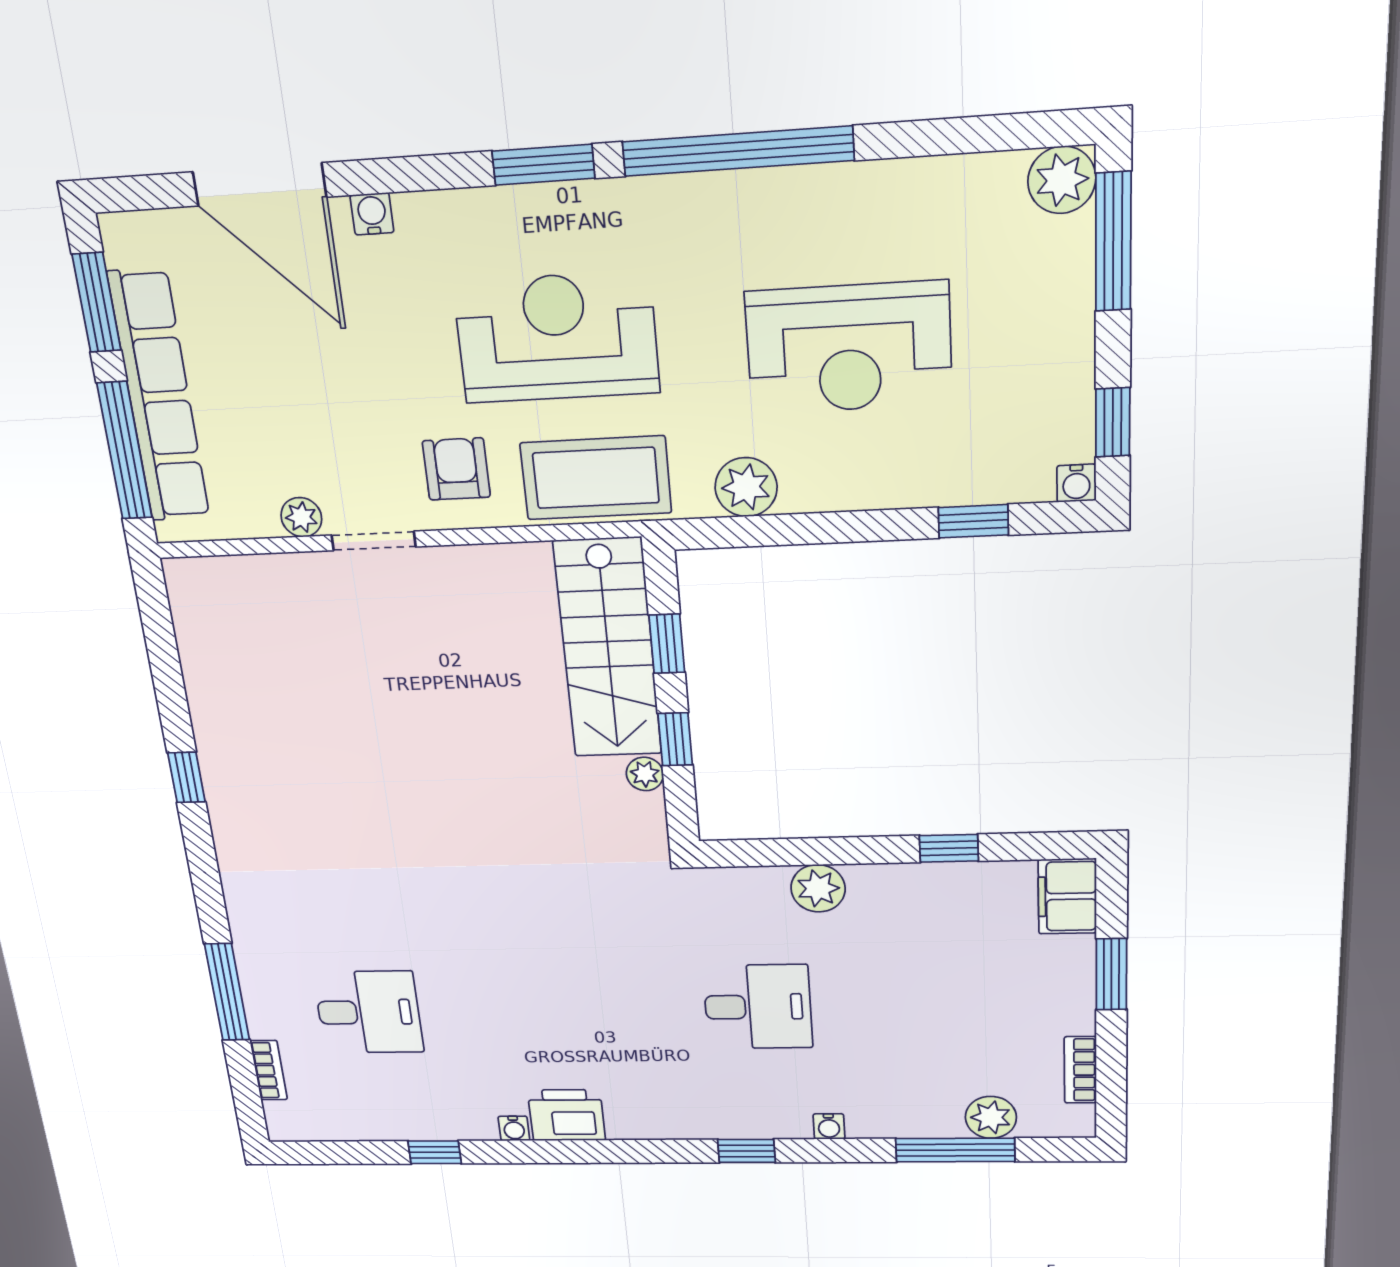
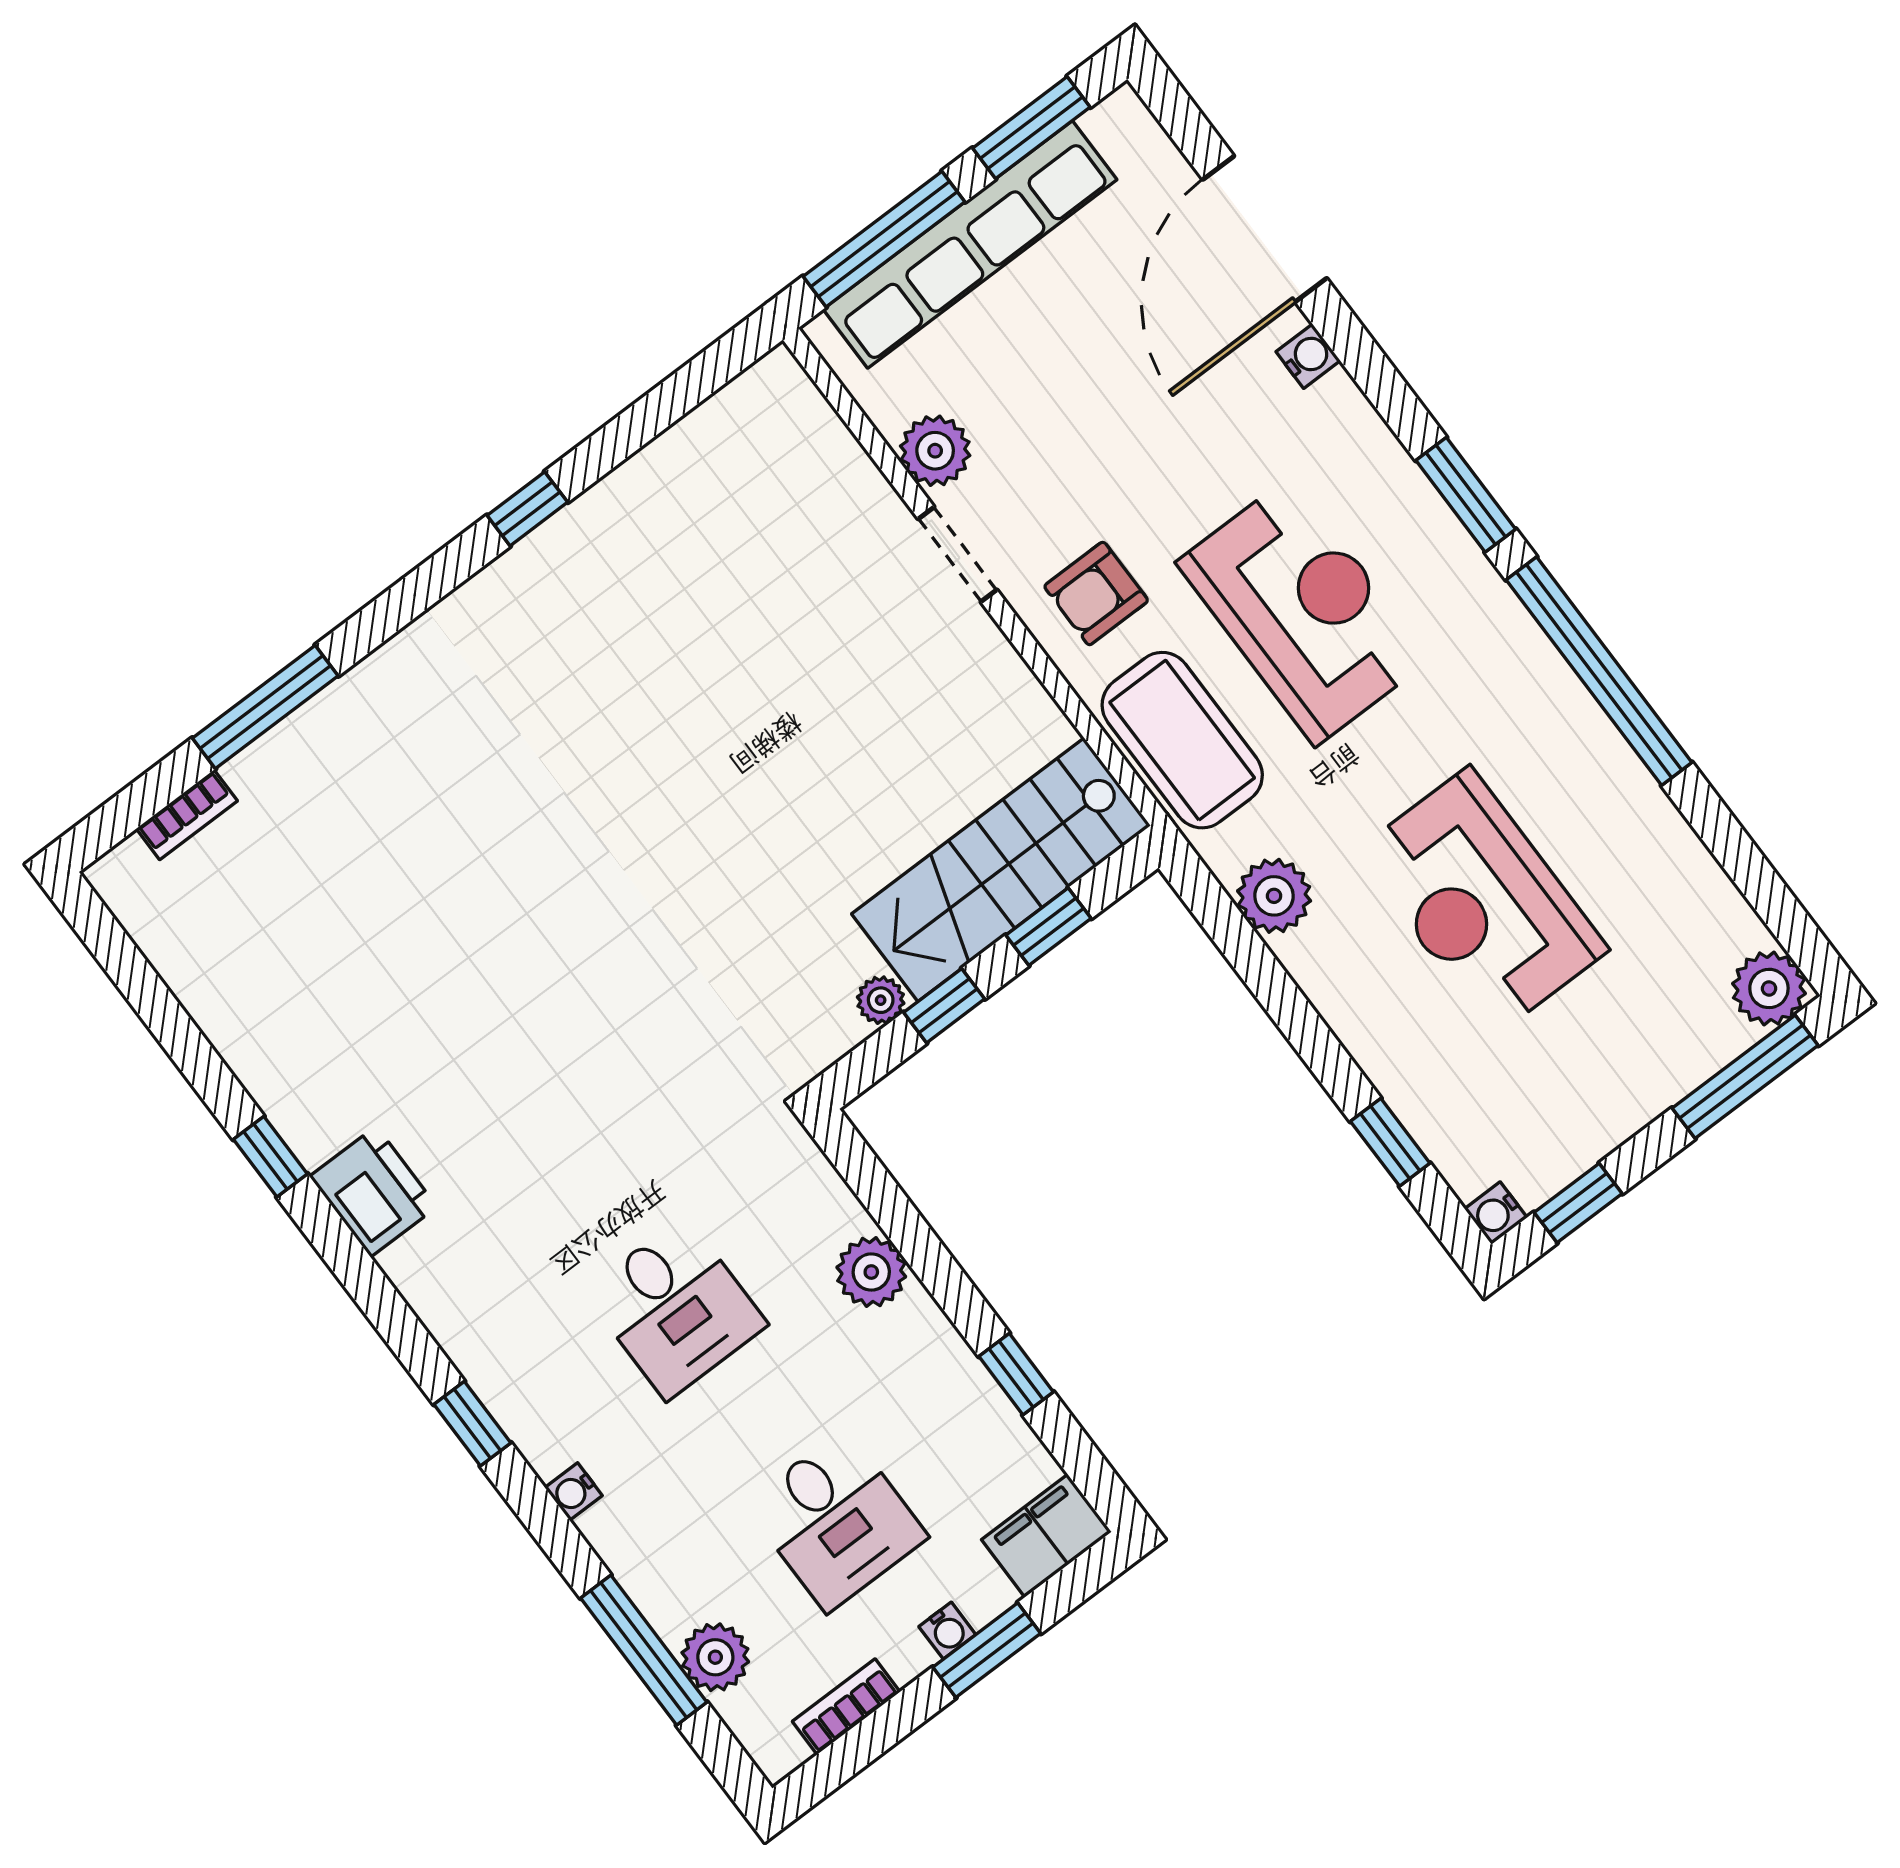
armchair: (456, 469) -> (1096, 593), turned 180
plant: (301, 517) -> (935, 451), width x1.38, depth x1.38
desk: (369, 1012) -> (836, 1520), moved
water cooler: (514, 1128) -> (947, 1631), moved, turned -90
window: (435, 1152) -> (270, 1157), moved

